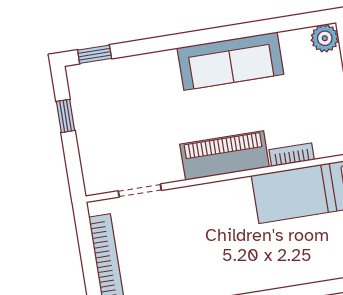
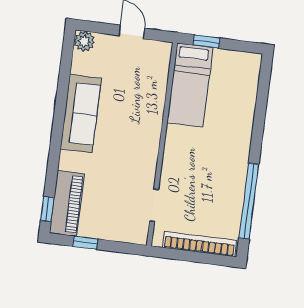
bookcase: (292, 155) -> (160, 89), removed
piano: (225, 156) -> (67, 203), moved, turned 180

